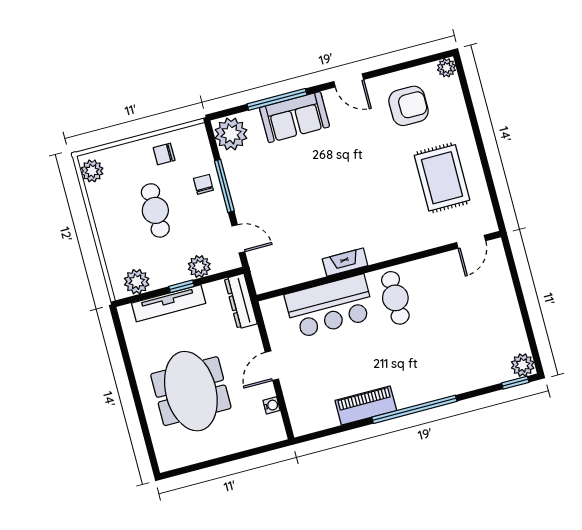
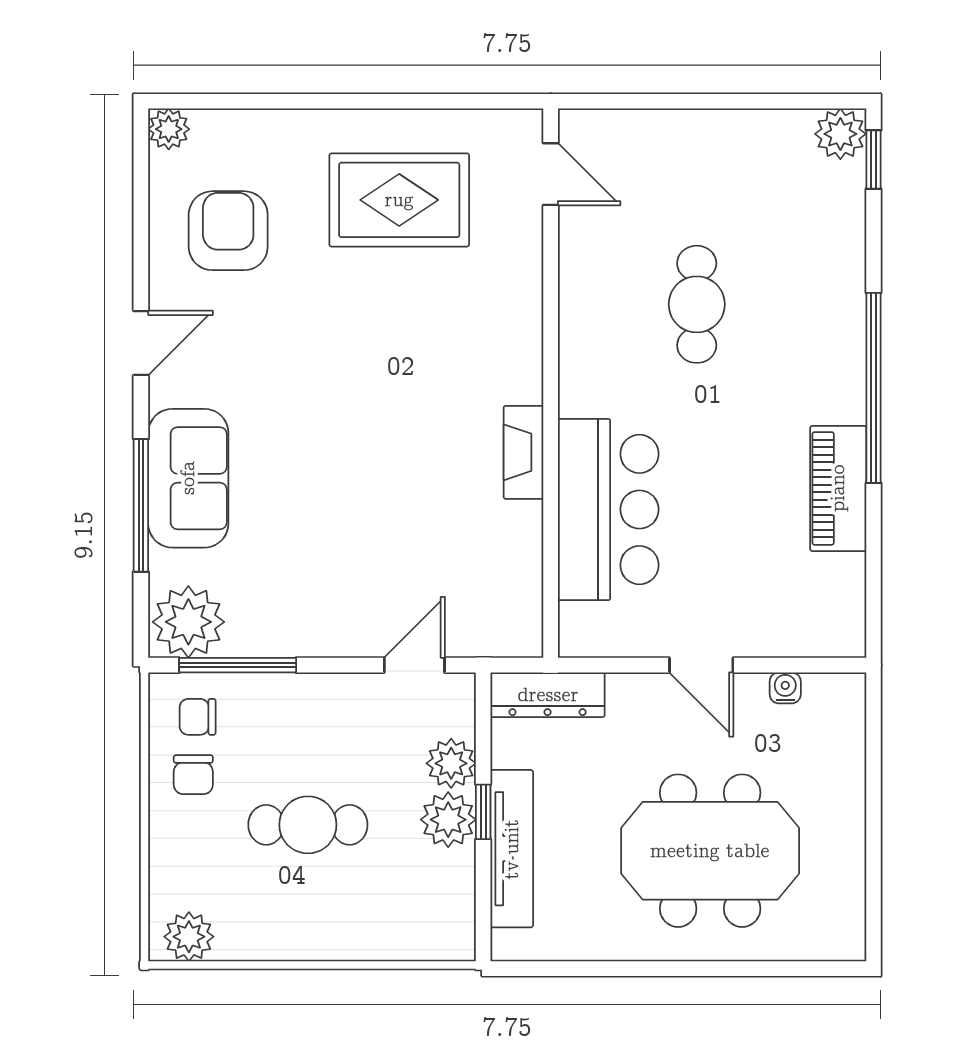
chair: (203, 184) -> (198, 717), moved
window: (224, 186) -> (238, 665), moved
plant: (137, 282) -> (448, 820), moved
cafe table: (395, 298) -> (697, 304), moved, turned 90

